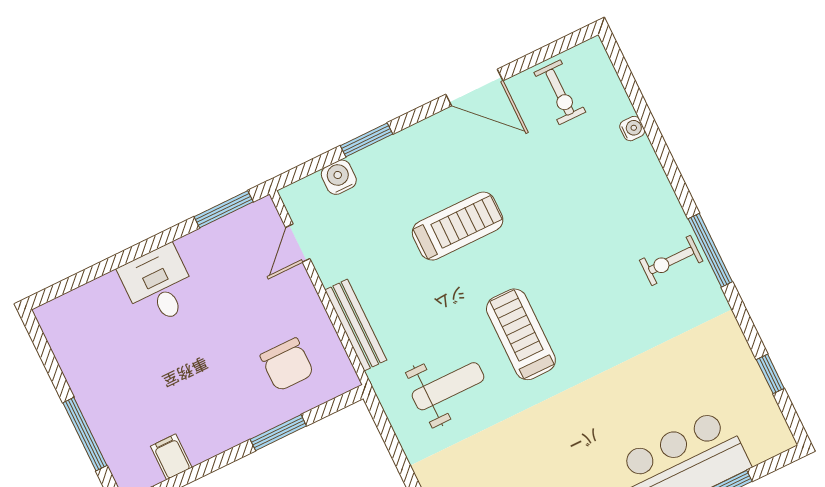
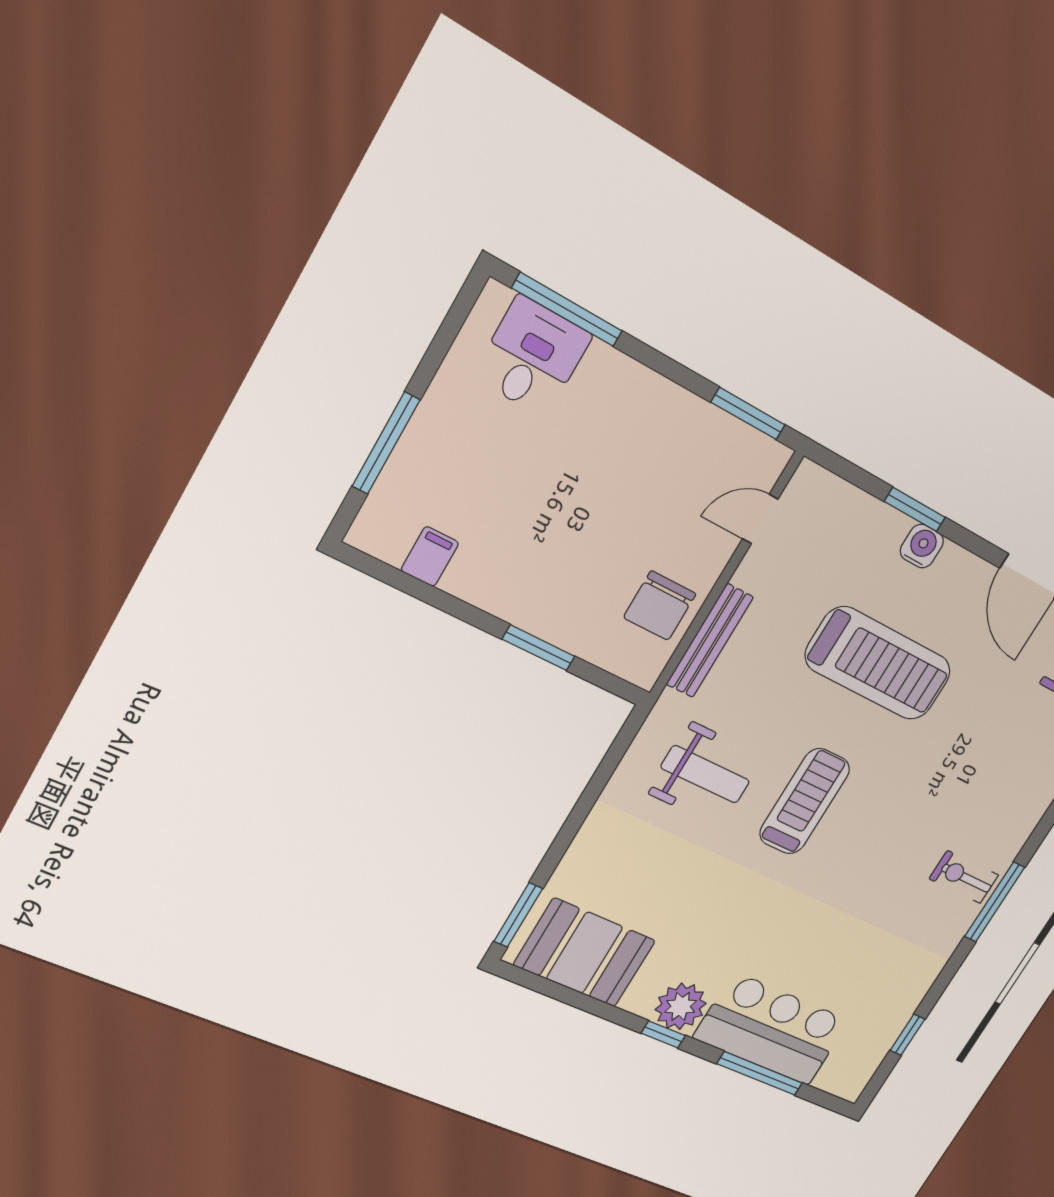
water cooler: (339, 177) -> (922, 546), moved
treadmill: (458, 226) -> (878, 664), width x1.37, depth x1.38
window: (82, 278) -> (567, 310), added
desk: (159, 285) -> (532, 356), moved
chair: (287, 365) -> (660, 606), moved

